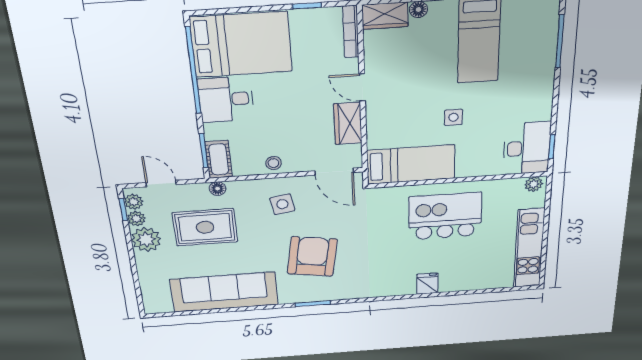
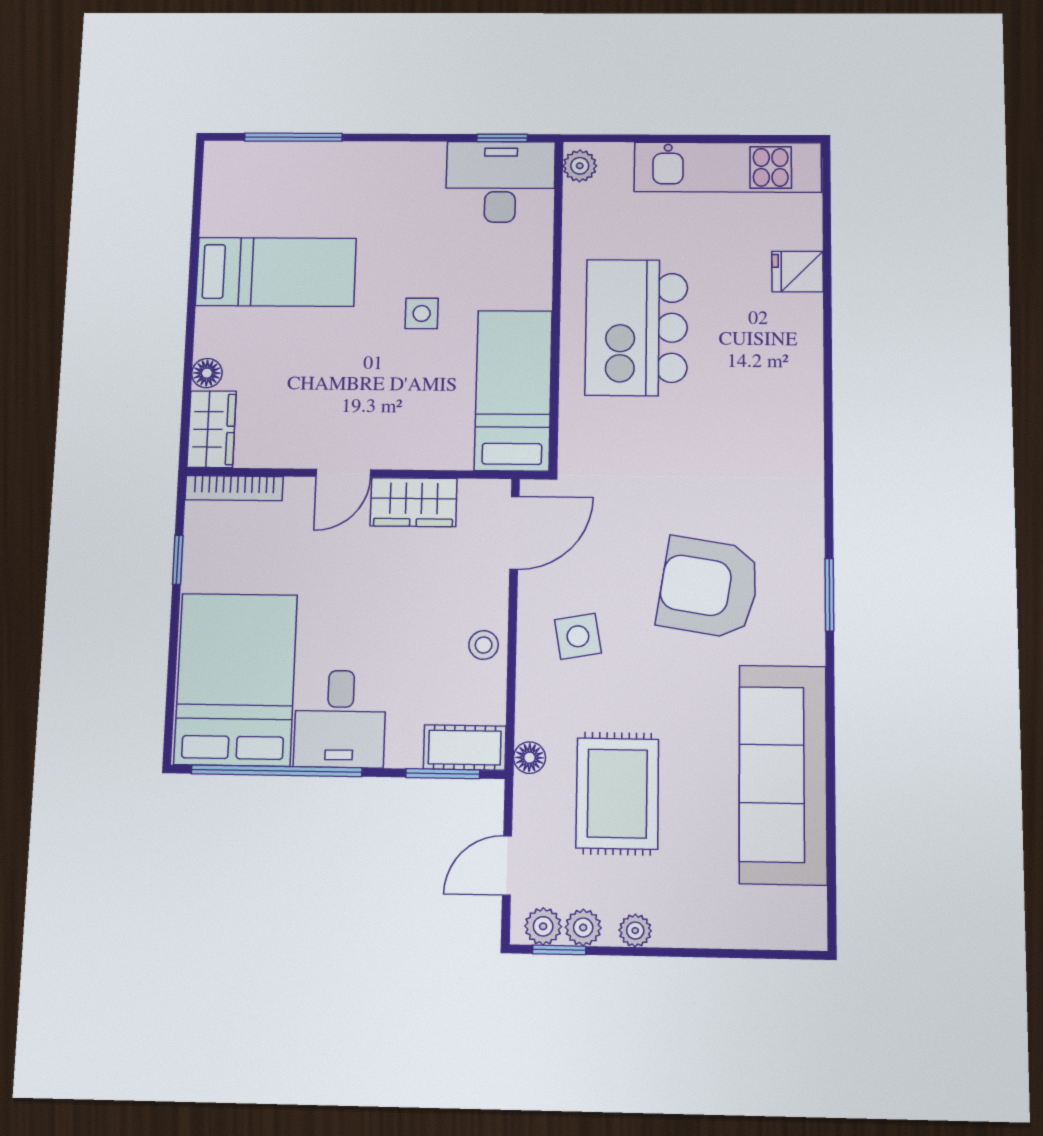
plant: (146, 240) -> (635, 931), width x0.53, depth x0.53
fridge: (427, 284) -> (797, 272), moved

